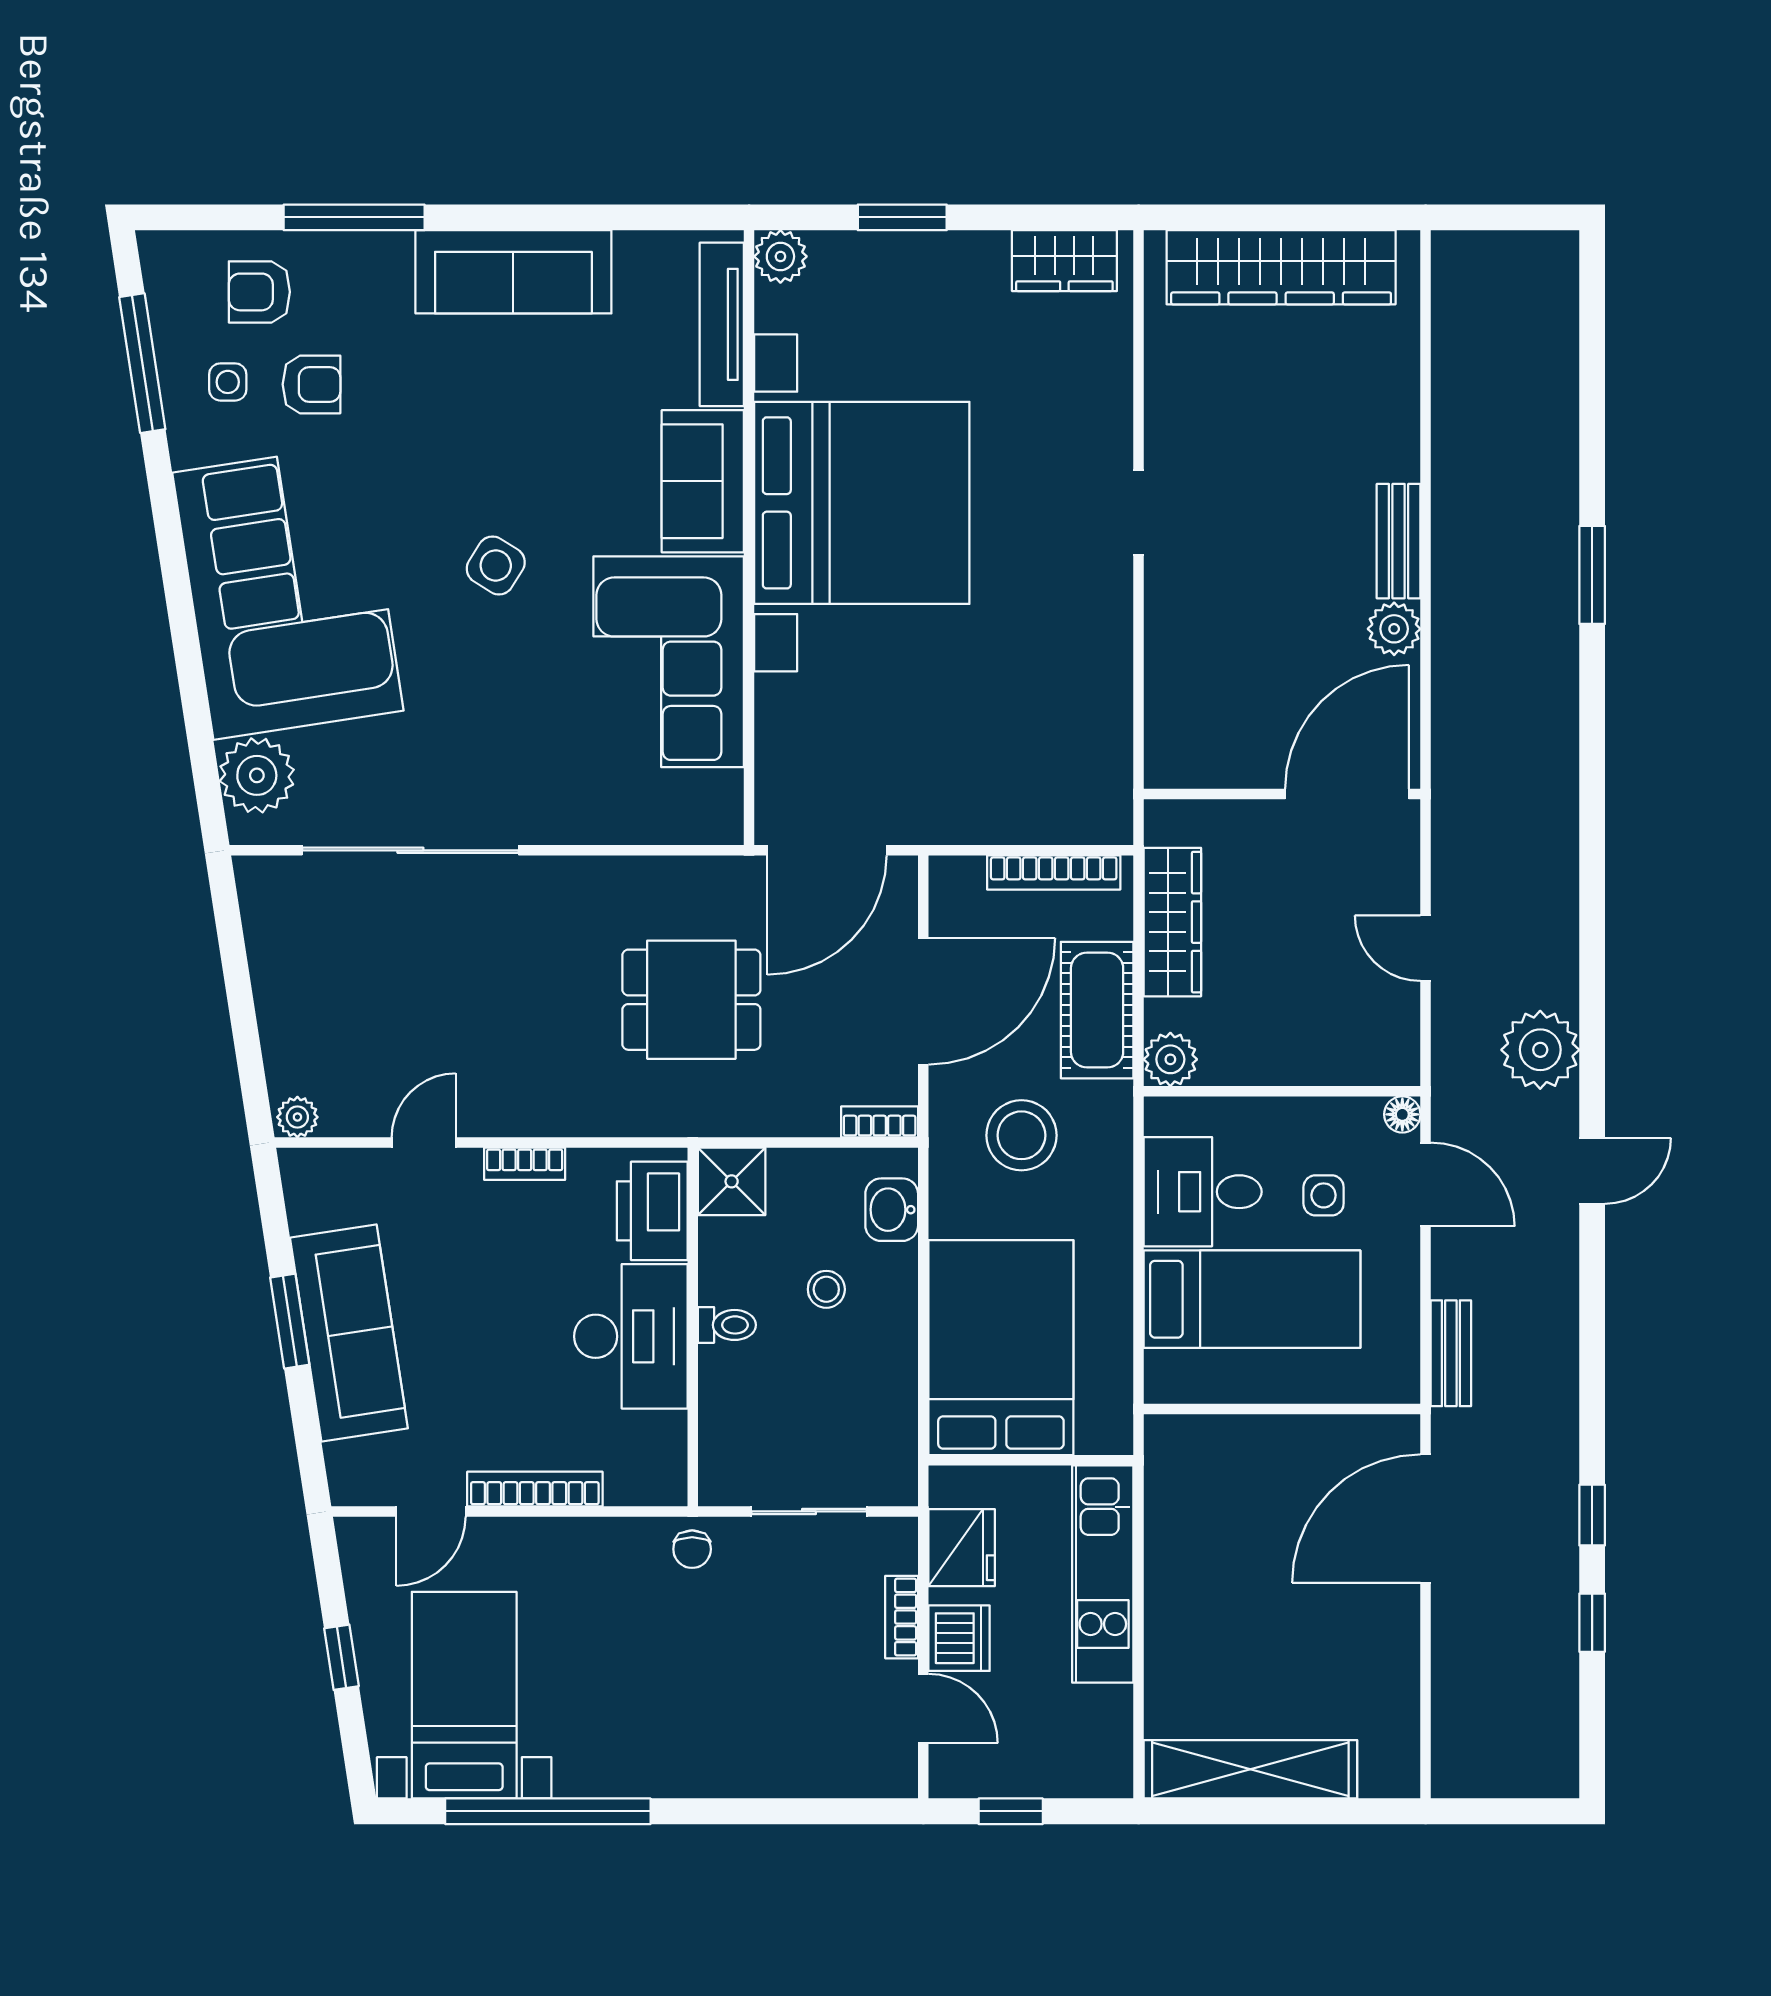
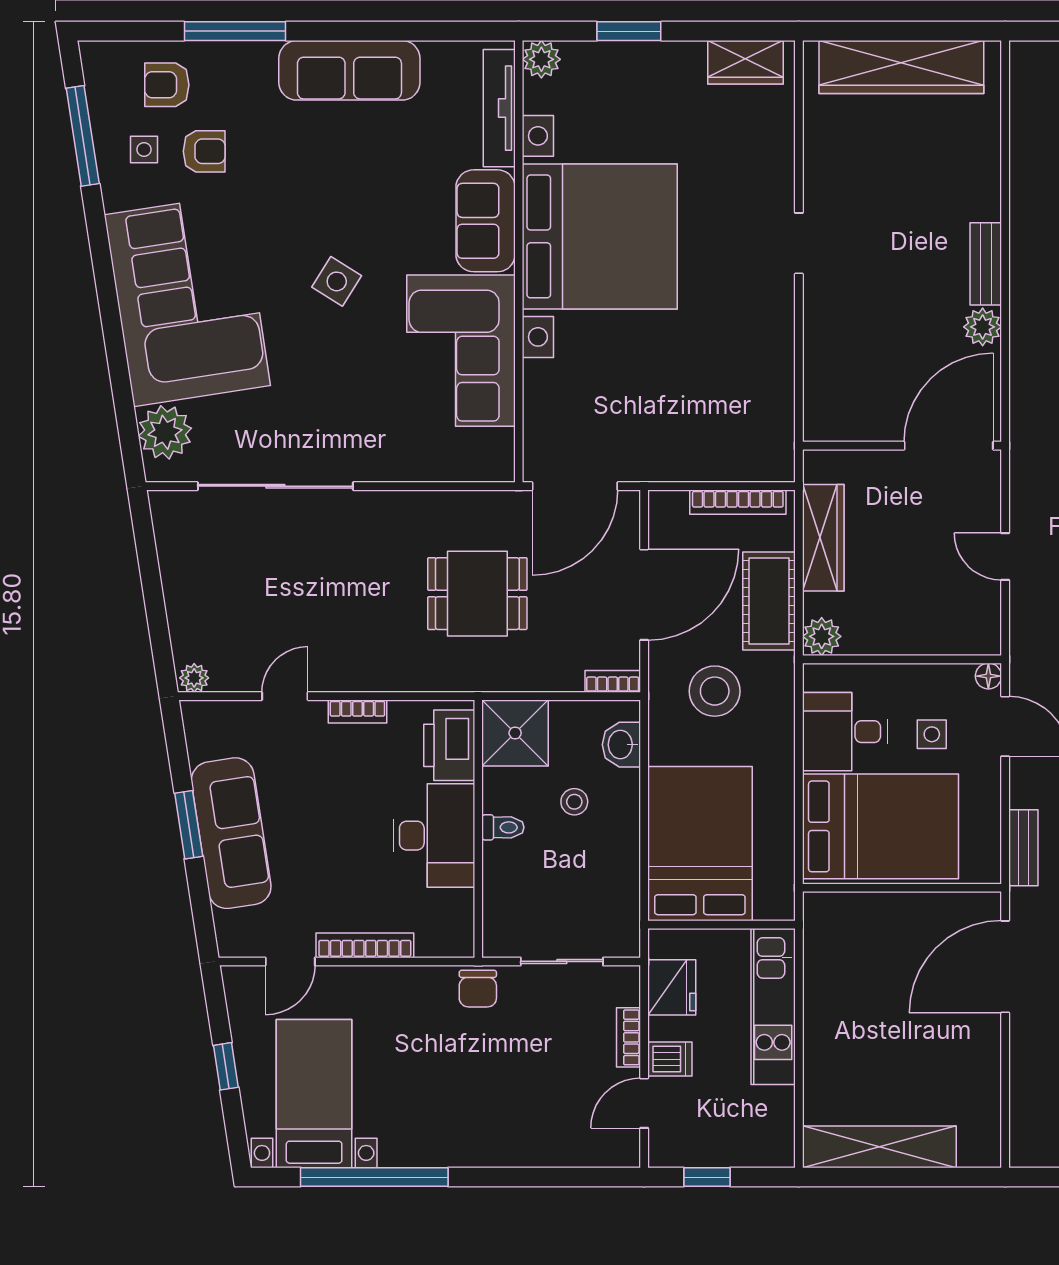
shower: (732, 1181) -> (515, 733), width x1.36, depth x1.36
bed: (1252, 1299) -> (880, 826), width x1.50
chair: (692, 1549) -> (478, 989), width x1.37, depth x1.37
dishwasher: (959, 1638) -> (670, 1059), width x0.73
door: (923, 1709) -> (644, 1103), swing flipped

